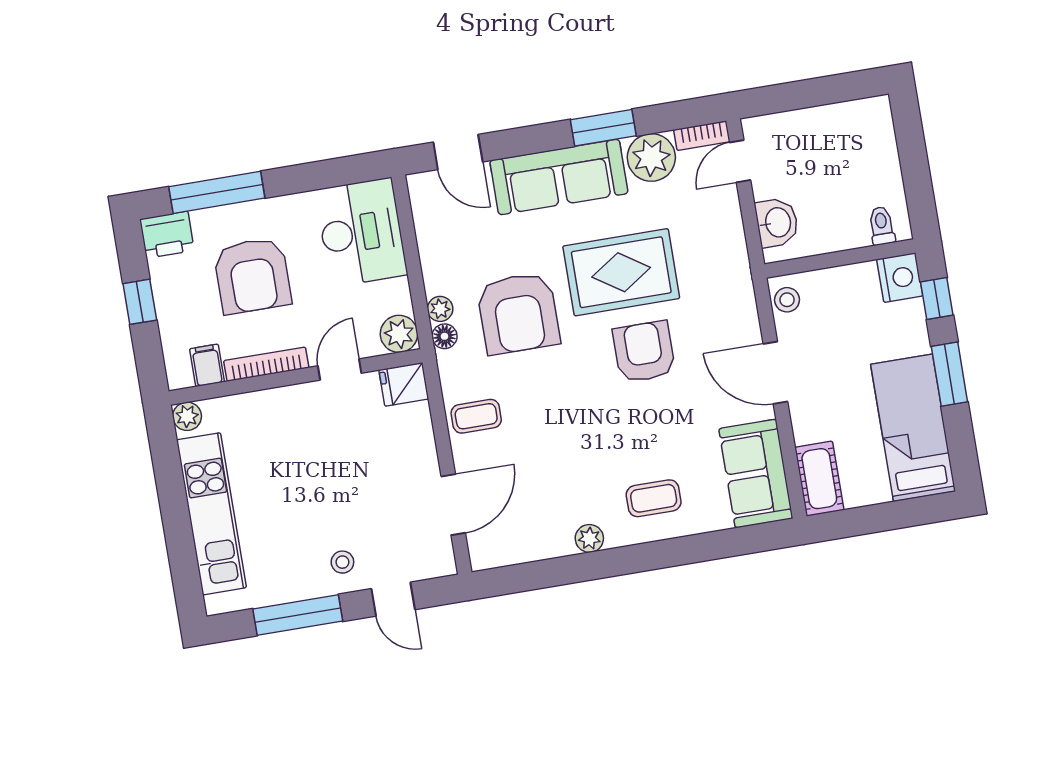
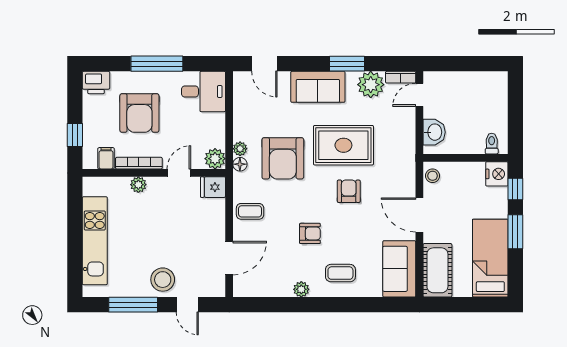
sofa: (559, 177) -> (318, 87), width x0.73
window: (217, 192) -> (157, 64), moved
desk: (361, 232) -> (204, 92), width x0.73
window: (140, 302) -> (75, 135), moved
armchair: (644, 352) -> (349, 191), width x0.72, depth x0.72
plant: (187, 416) -> (138, 185), moved
armchair: (588, 438) -> (310, 233), added
cot: (819, 479) -> (437, 270), width x1.37, depth x1.34
stool: (342, 562) -> (163, 280), width x1.89, depth x1.89

